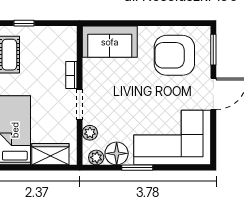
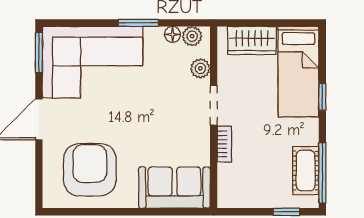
window: (213, 50) -> (39, 53), moved
armchair: (174, 55) -> (90, 170), turned -90
floor lamp: (117, 153) -> (172, 34), width x0.53, depth x0.53

